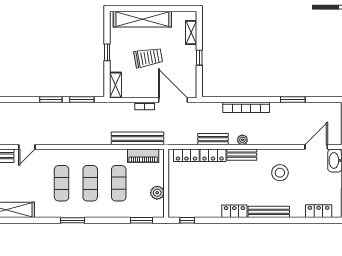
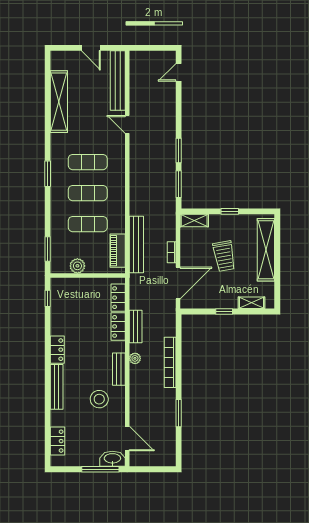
bench: (242, 155) -> (119, 369), moved

